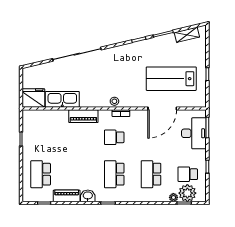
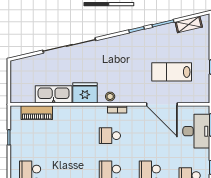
lab bench: (171, 79) -> (172, 72), width x0.73, depth x0.72
fridge: (33, 98) -> (85, 93), moved
door: (162, 109) -> (162, 104), hinge flipped
piano: (83, 116) -> (37, 113), moved

